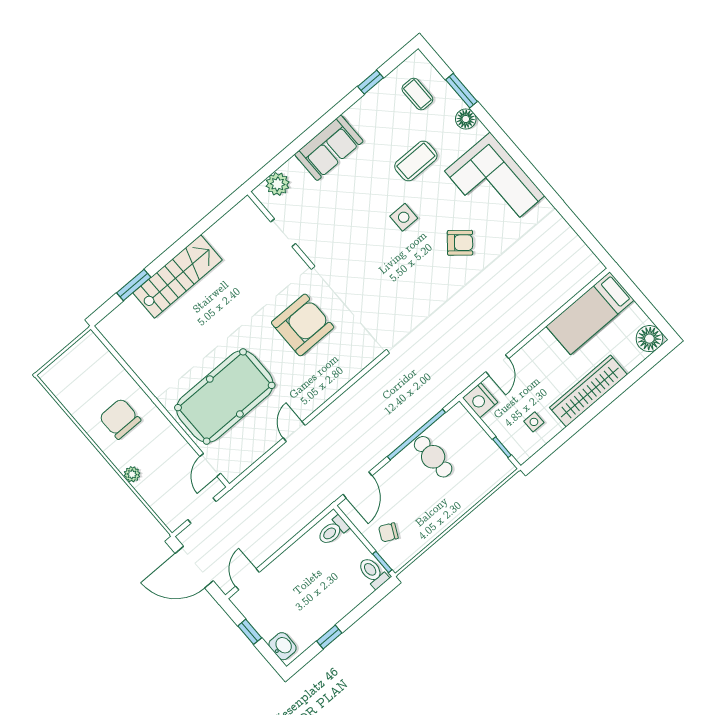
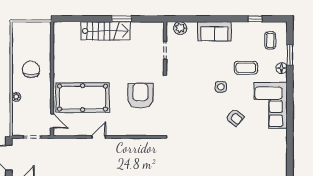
window: (134, 285) -> (122, 19), moved
armchair: (303, 325) -> (140, 96), turned -90
door: (210, 465) -> (52, 121), swing flipped

